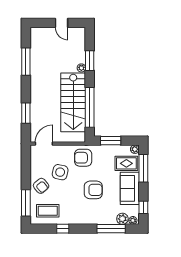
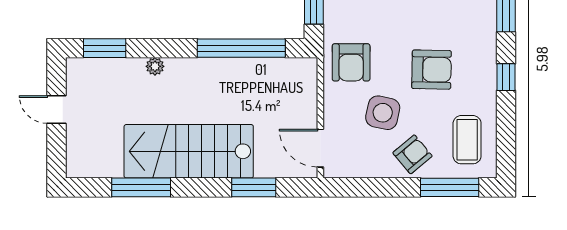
door: (62, 23) -> (56, 110), swing flipped
window: (90, 61) -> (105, 48), moved
stairs: (73, 102) -> (189, 151), moved, turned 180
armchair: (93, 190) -> (431, 70), moved, turned 91
window: (63, 229) -> (506, 77), moved

